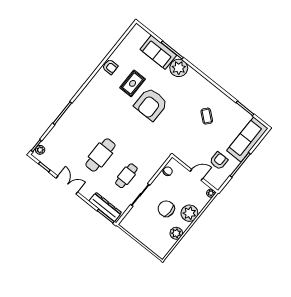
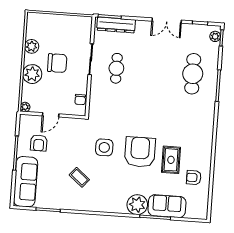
armchair: (110, 67) -> (194, 177), moved
side table: (174, 125) -> (104, 147), added
cafe table: (100, 155) -> (193, 74), moved

